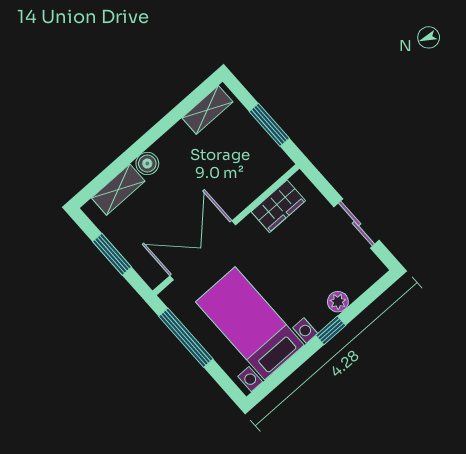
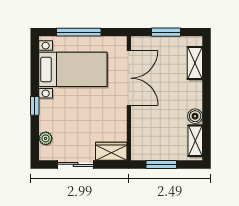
boiler: (147, 164) -> (195, 116), moved
wardrobe: (278, 206) -> (111, 151), moved, turned 90
plant: (338, 302) -> (46, 138), moved
window: (186, 338) -> (79, 32), moved

